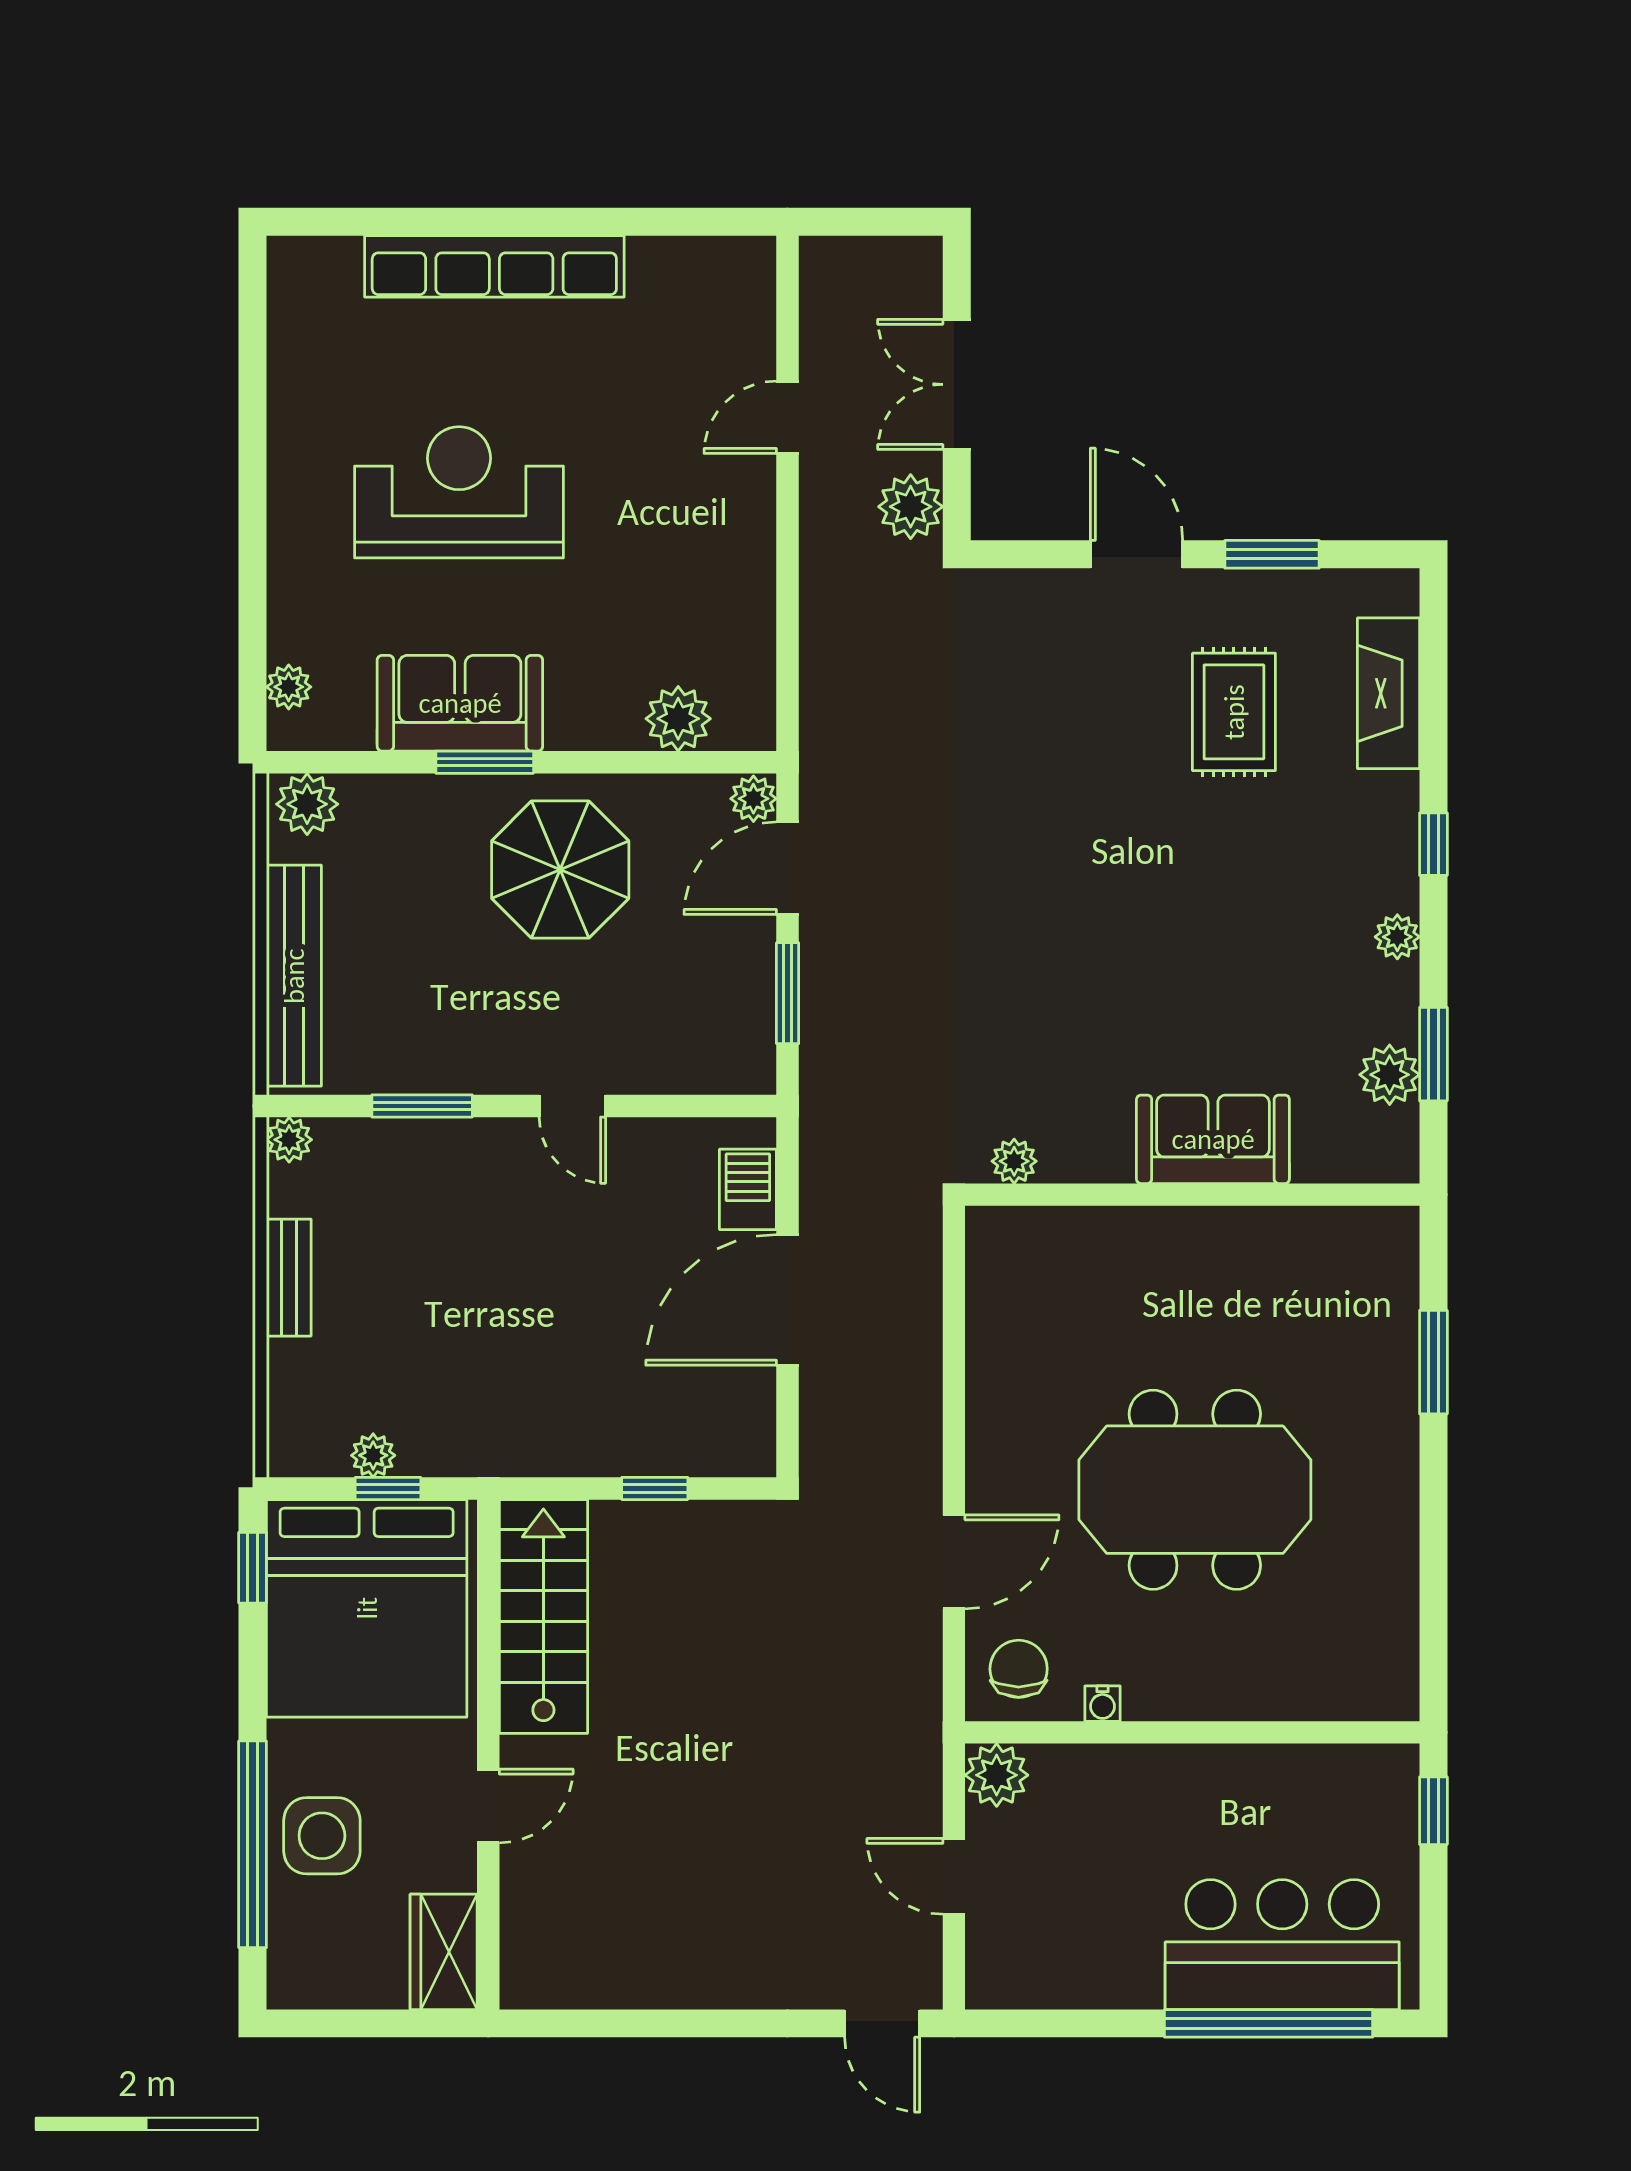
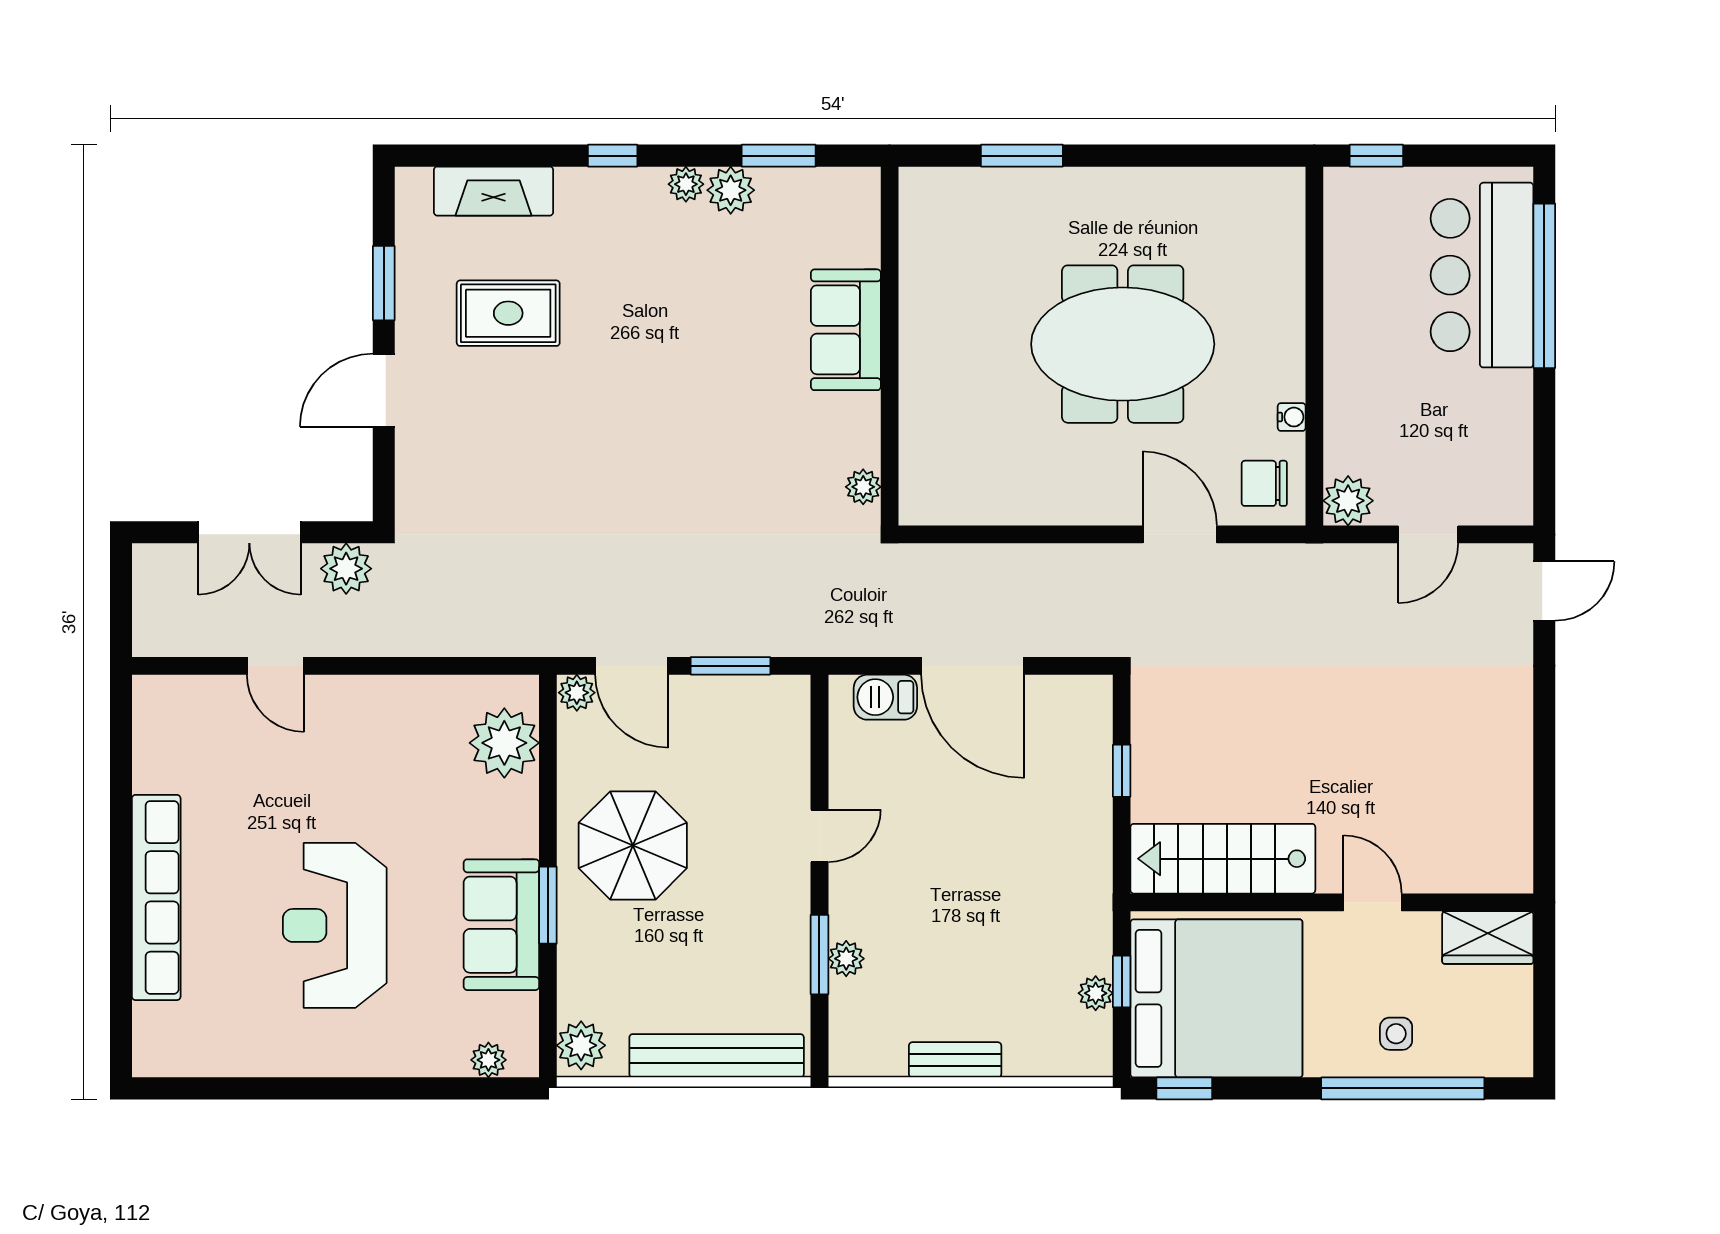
plant: (678, 719) -> (504, 743), width x1.36, depth x1.36
plant: (1390, 1075) -> (731, 190), moved
plant: (289, 1140) -> (846, 959), moved
meeting table: (1195, 1490) -> (1123, 344), turned 90
side table: (322, 1836) -> (1396, 1034), width x0.54, depth x0.54

